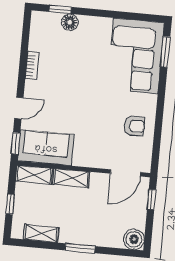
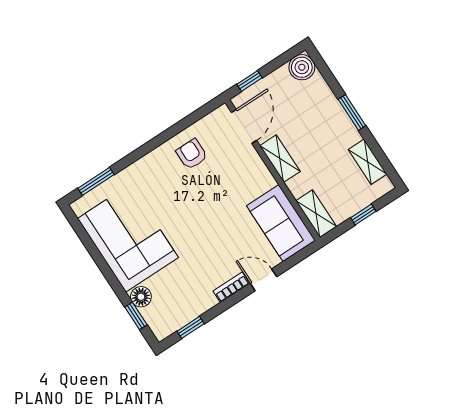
corner sofa: (136, 56) -> (128, 238), moved, turned -90
bookcase: (32, 65) -> (231, 287), moved
window: (16, 143) -> (191, 327), moved
door: (126, 173) -> (244, 126), hinge flipped
shelving: (71, 178) -> (280, 159), moved

